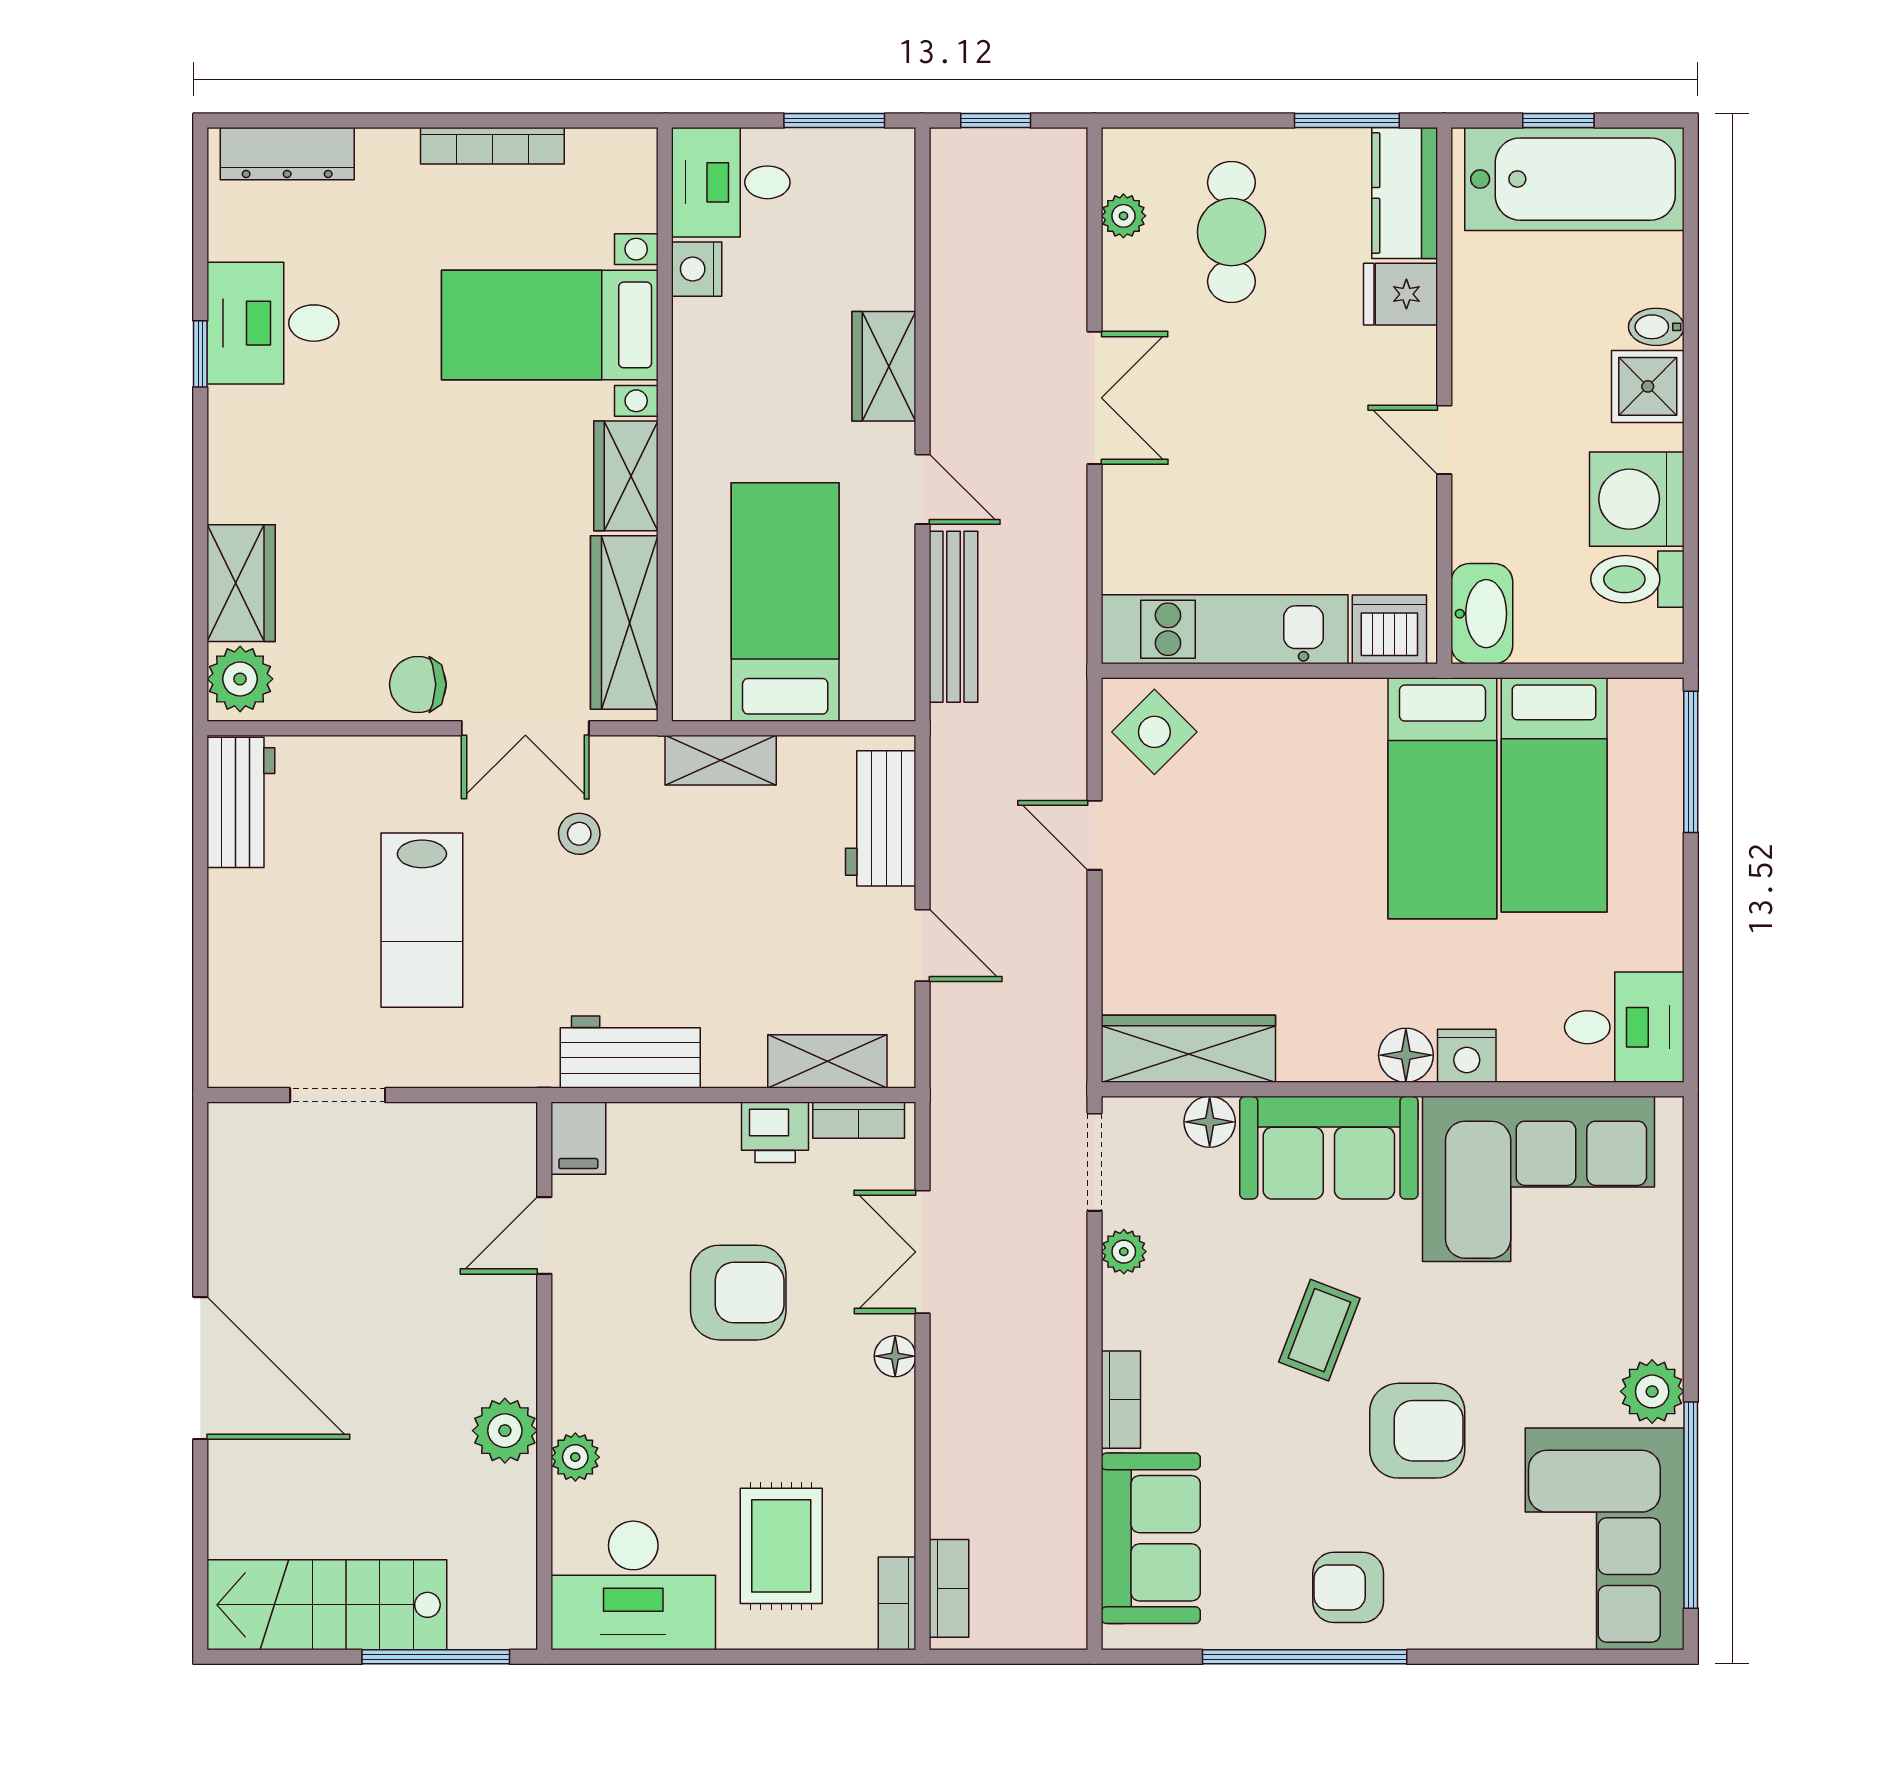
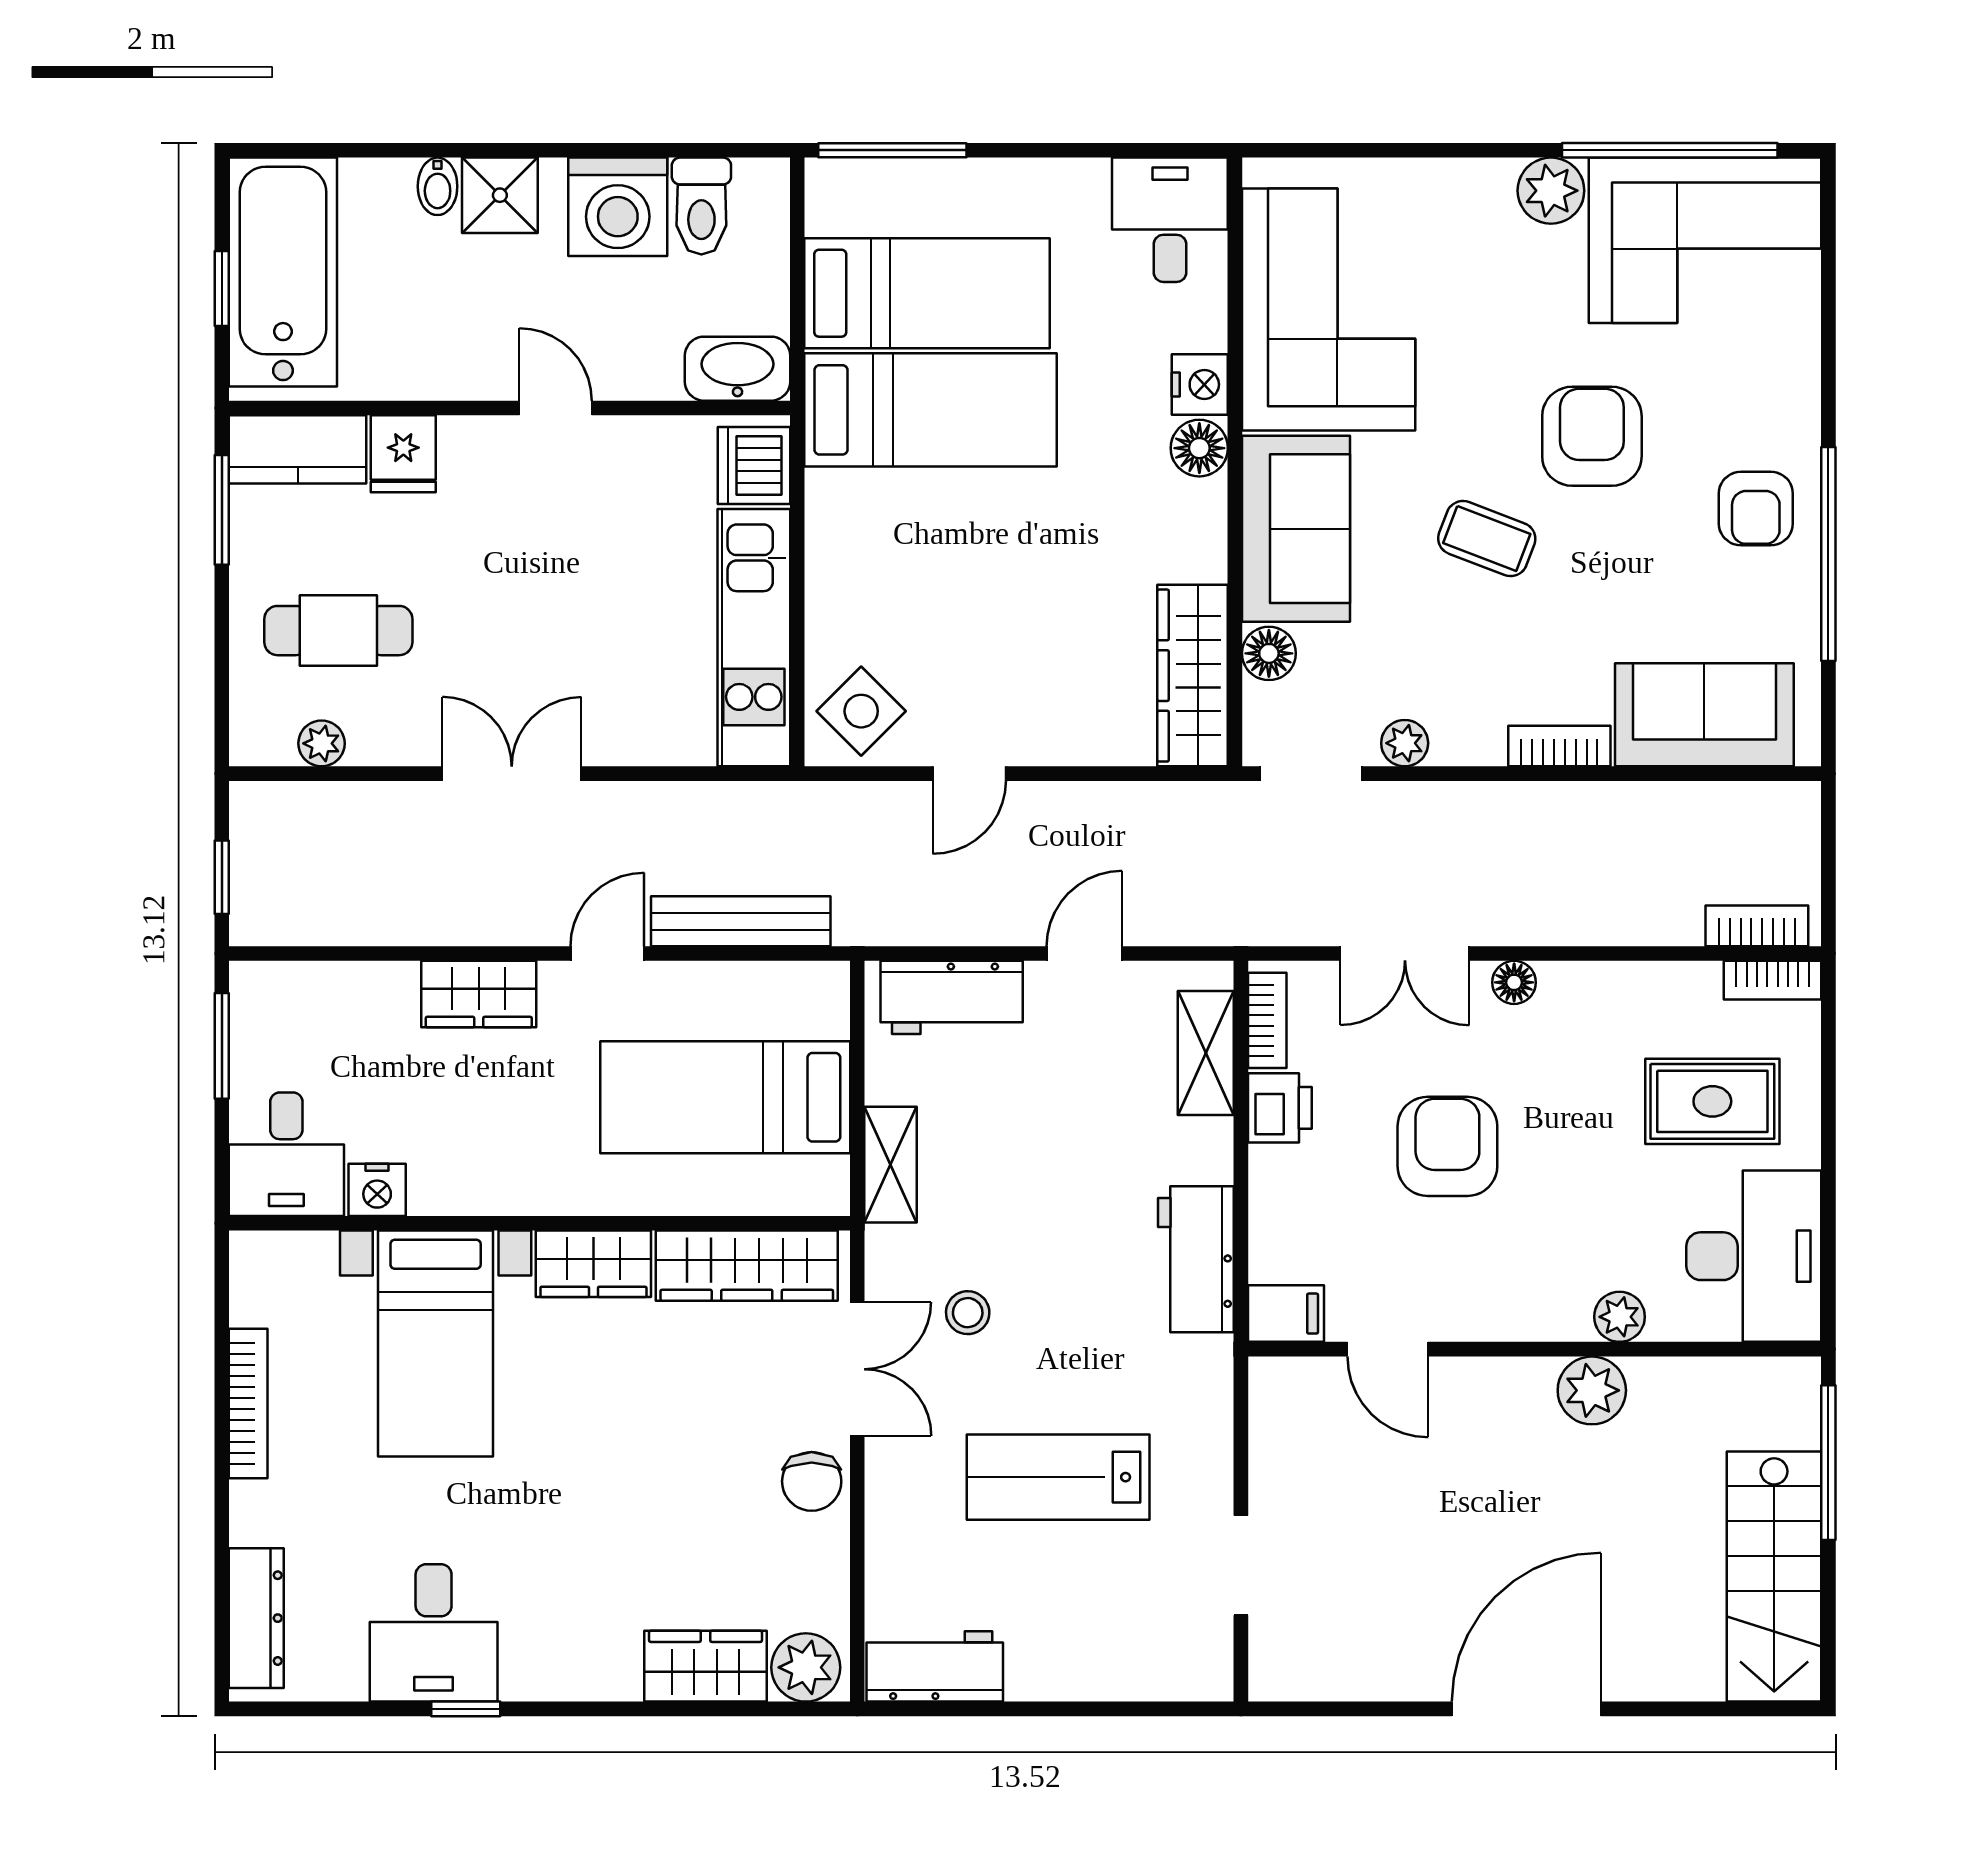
door: (1444, 440) -> (556, 408), swing flipped
lab bench: (422, 920) -> (1058, 1477), turned 180

